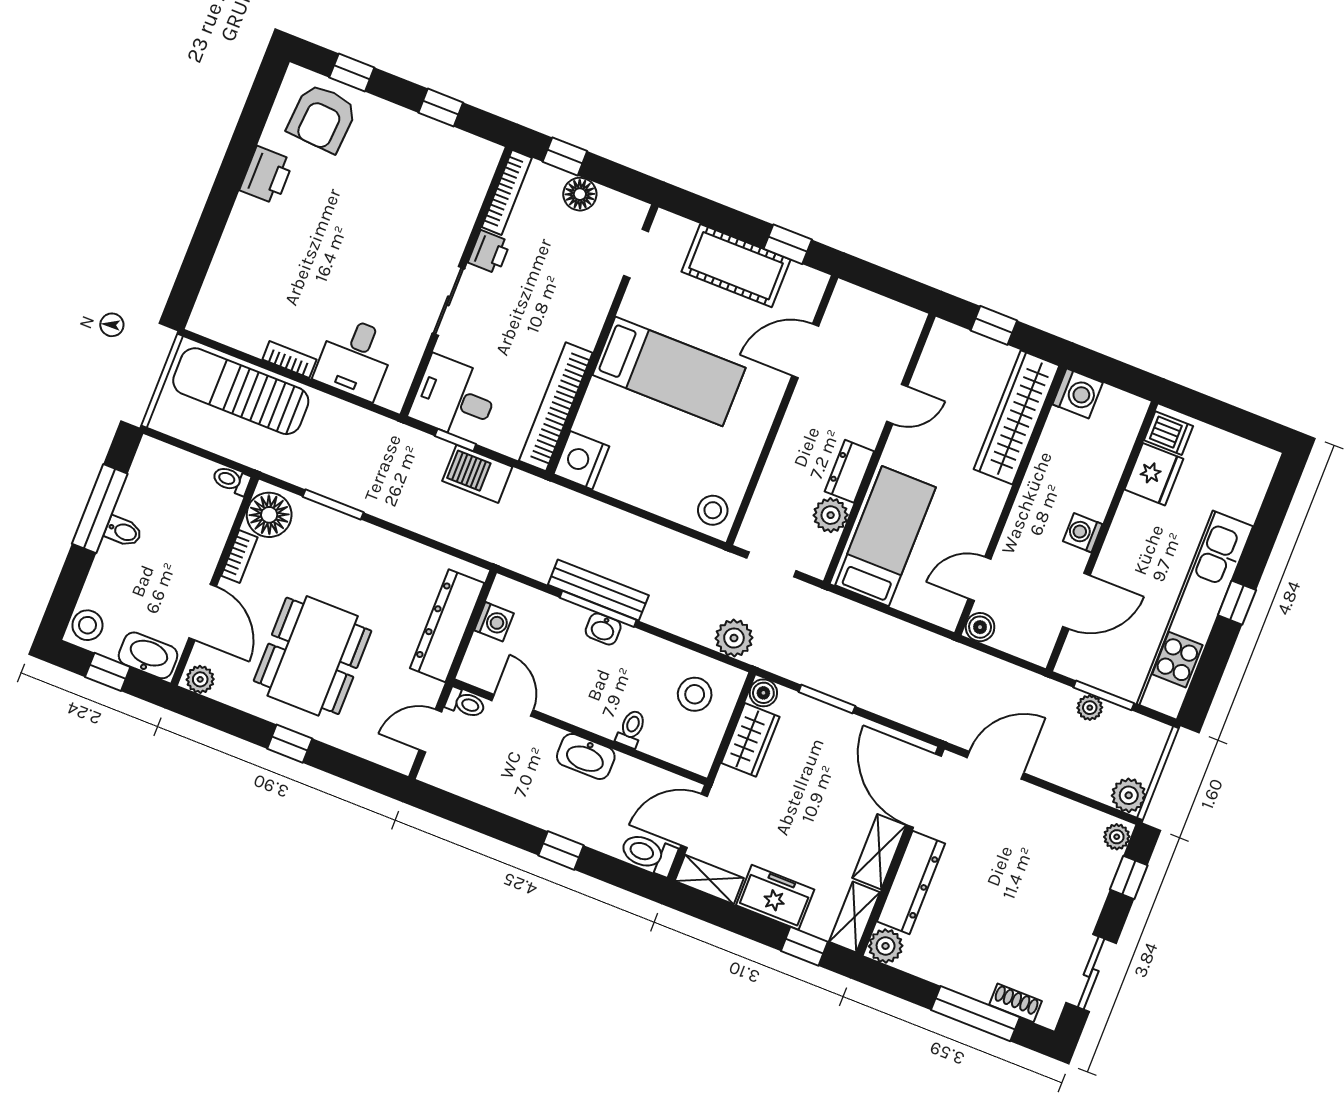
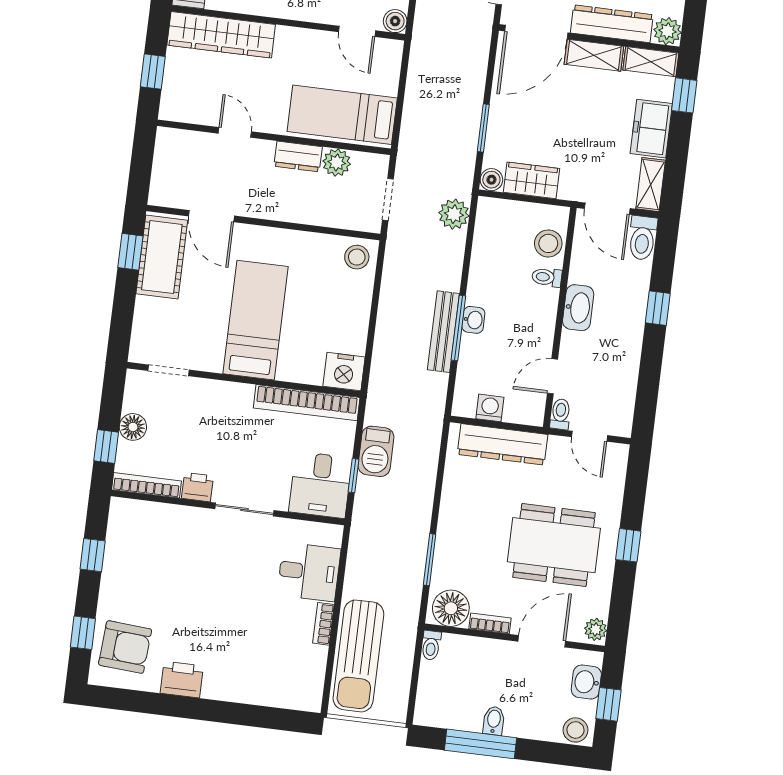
cot: (736, 266) -> (162, 257), moved
washbasin: (148, 655) -> (586, 682), width x0.72
stool: (695, 694) -> (548, 243), moved

